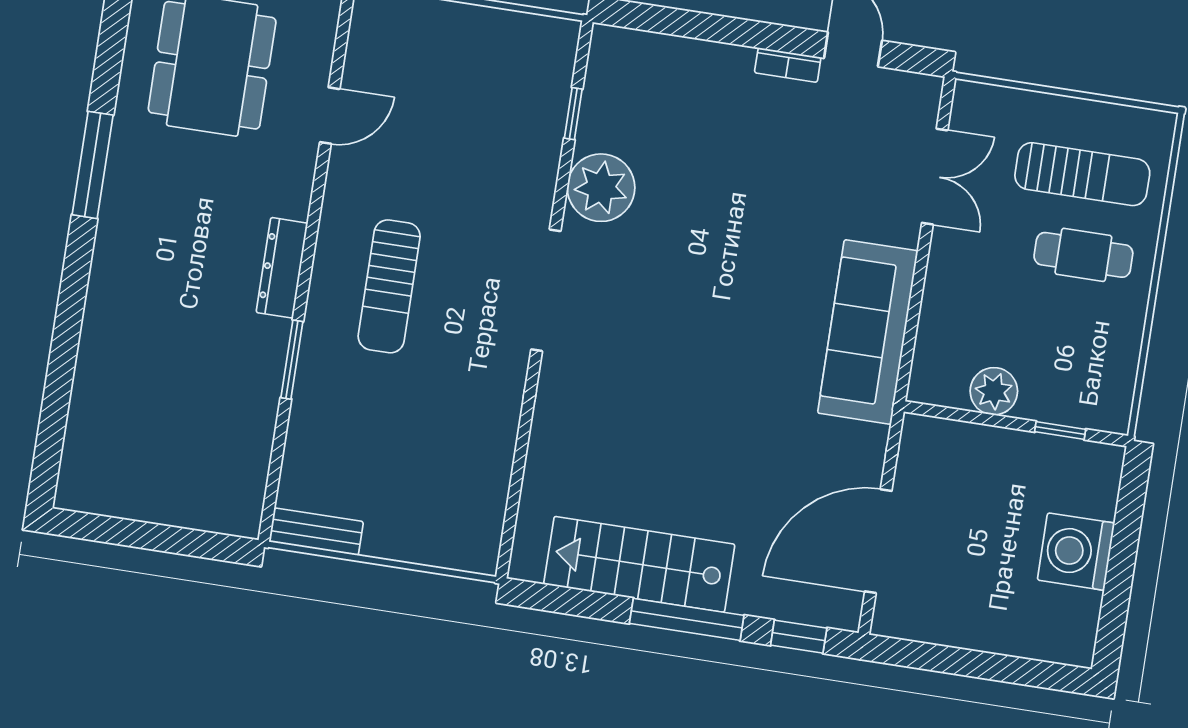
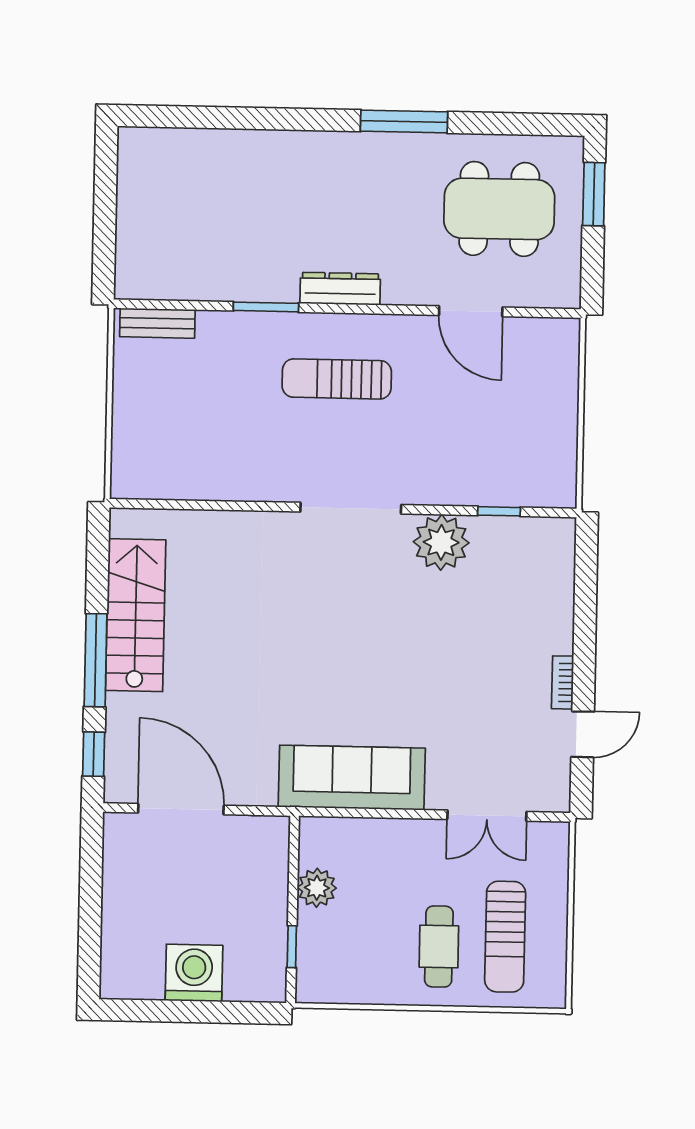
door: (330, 116) -> (471, 311), width x1.38
bench: (316, 532) -> (157, 323), moved, turned 90

